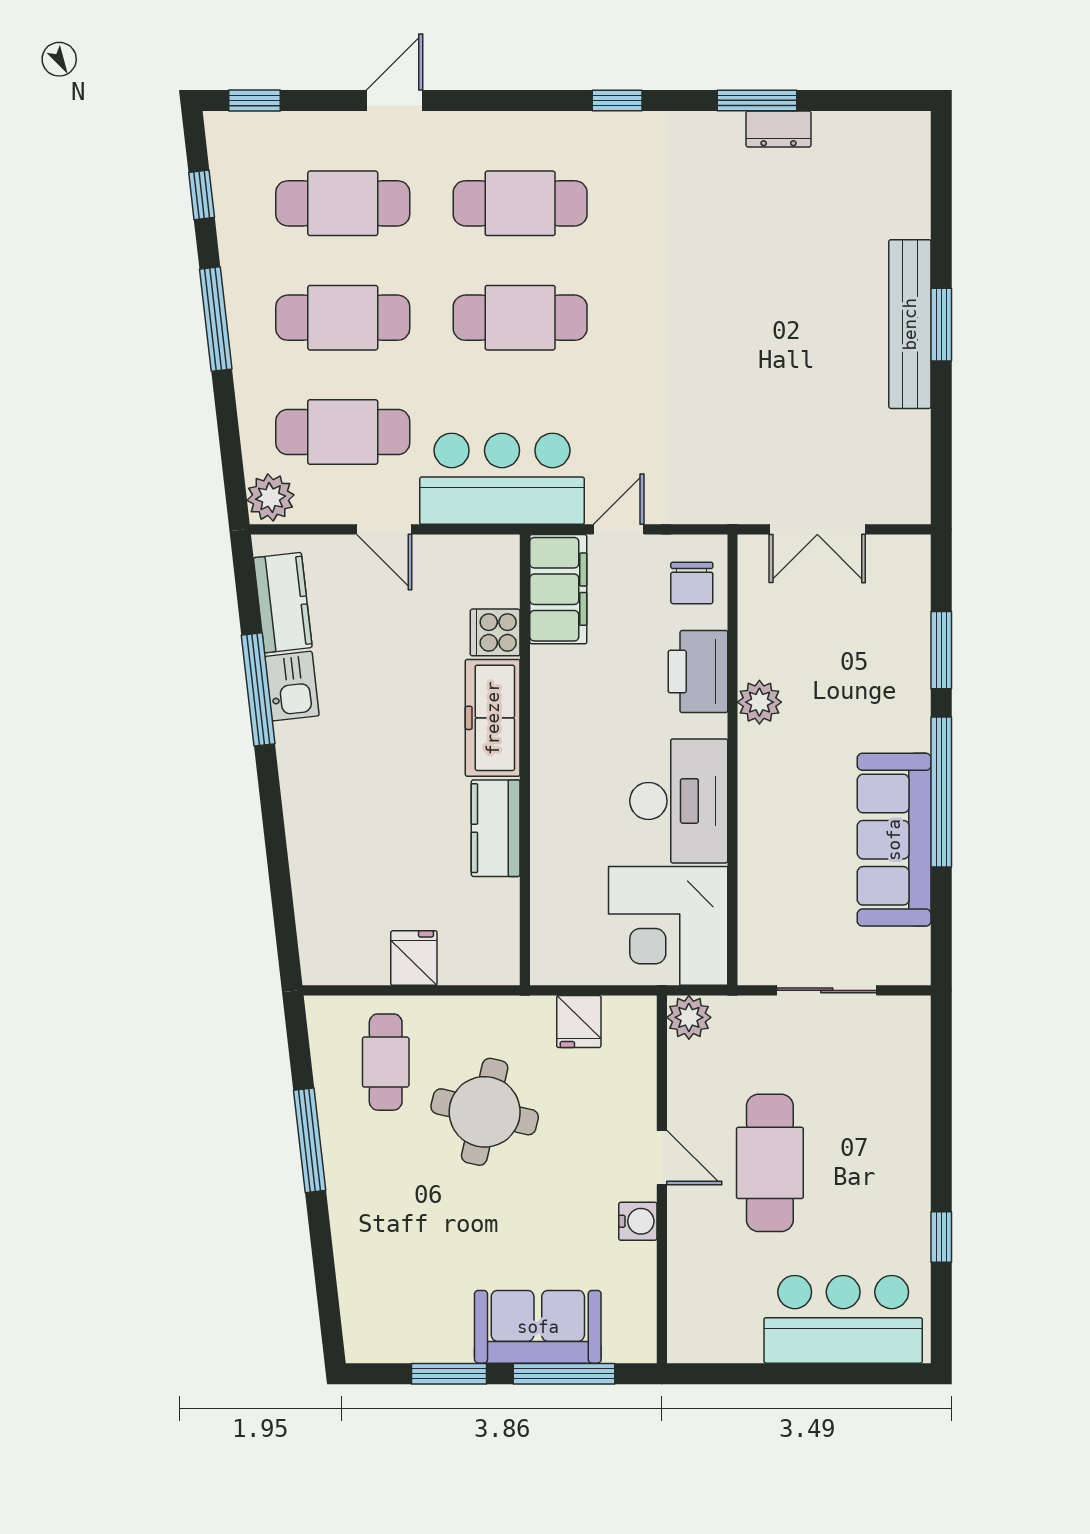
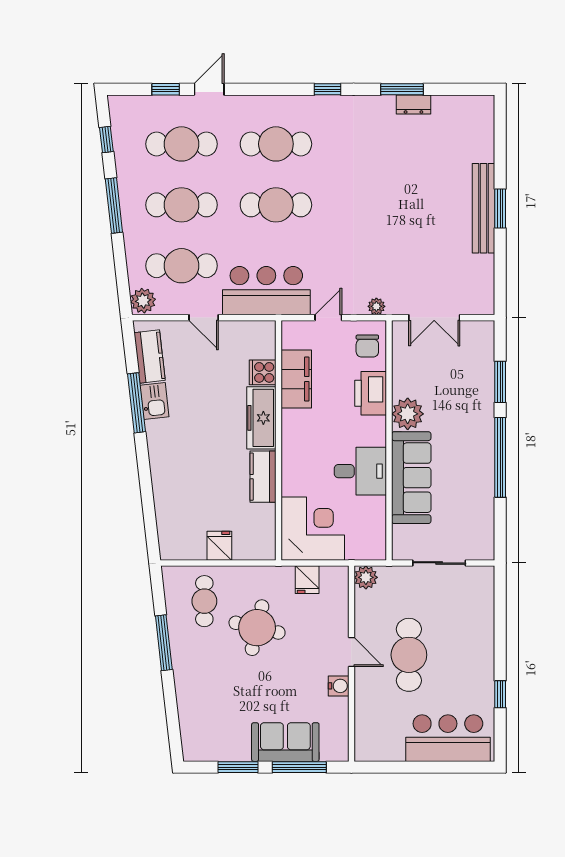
window: (255, 100) -> (166, 89), moved
plant: (709, 508) -> (376, 306), added
filing cabinet: (558, 589) -> (296, 379), moved
plant: (759, 702) -> (408, 414), width x1.36, depth x1.36
desk: (679, 801) -> (360, 471), width x0.73
sofa: (894, 840) -> (411, 478), moved, turned 180
corner desk: (668, 926) -> (313, 529), moved, turned 180

